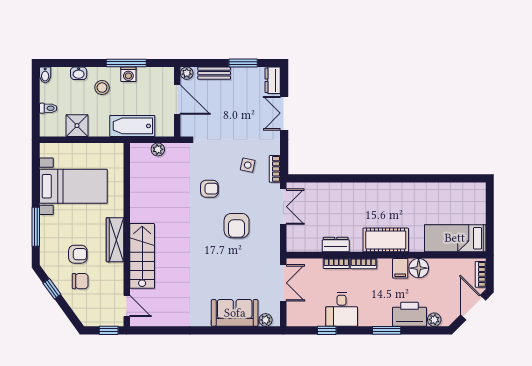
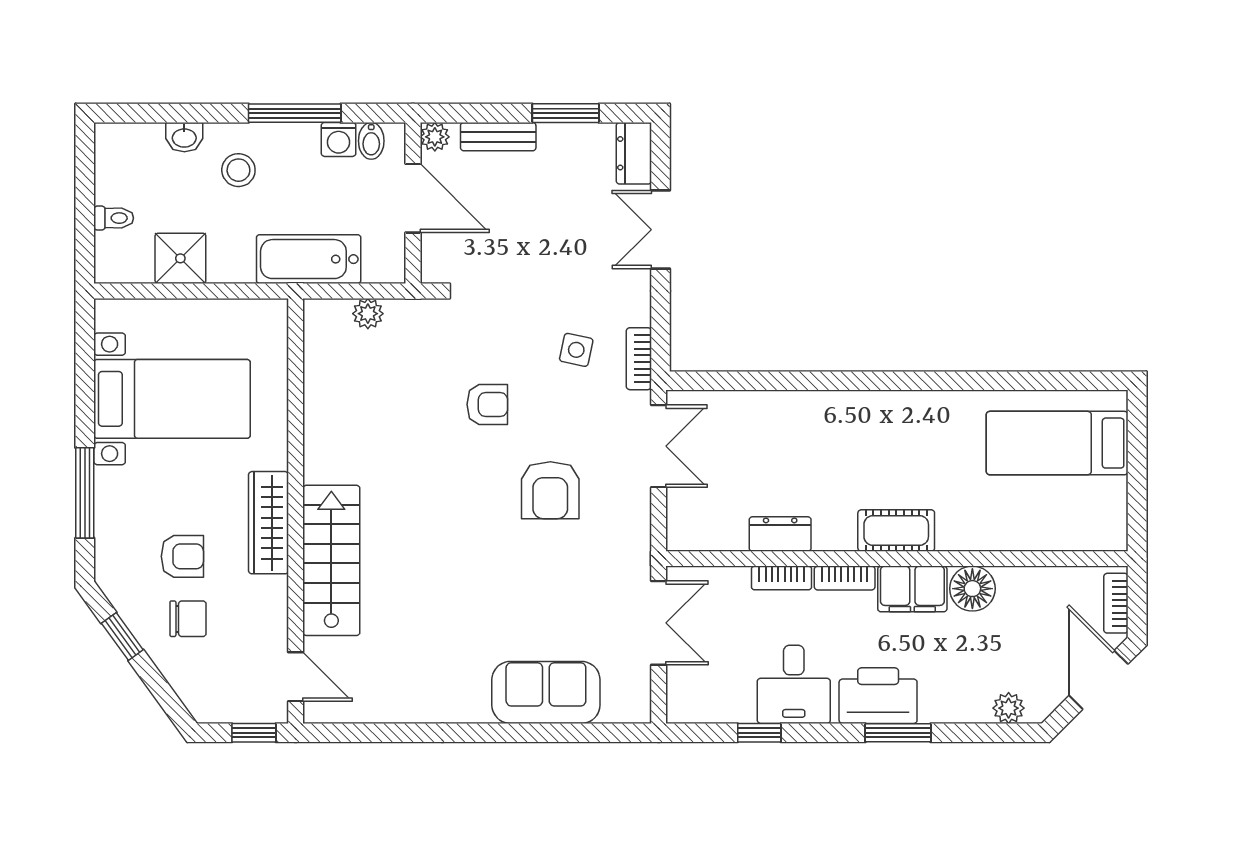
washing machine: (128, 74) -> (339, 139), moved
bidet: (45, 75) -> (371, 141), moved
bed: (455, 238) -> (1057, 443), moved
cot: (386, 240) -> (896, 530), width x0.73, depth x0.75
filing cabinet: (400, 268) -> (912, 589), width x2.00
printer: (409, 314) -> (878, 696), moved
plant: (266, 320) -> (618, 709), removed

